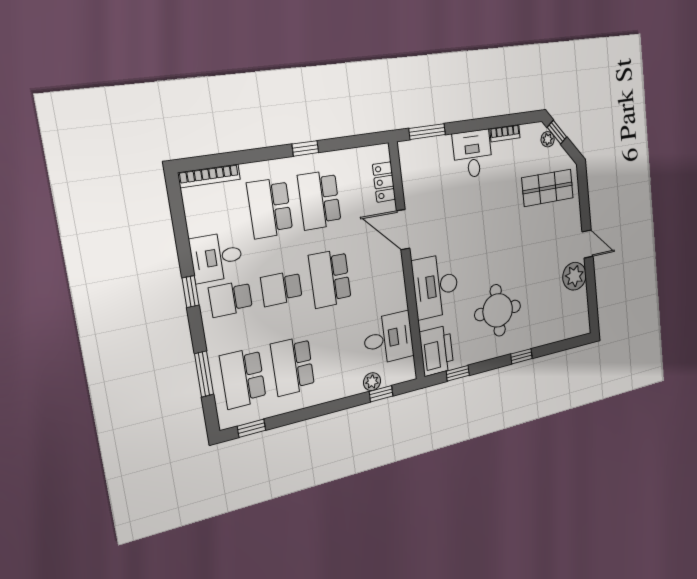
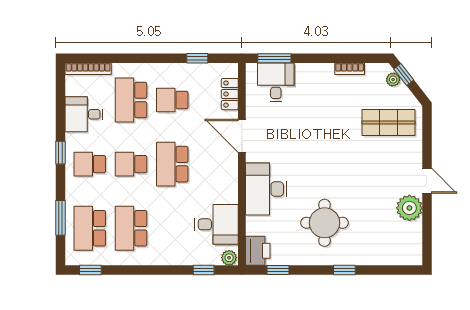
window: (305, 148) -> (197, 58), moved
desk: (473, 154) -> (276, 82), moved
school desk: (319, 200) -> (172, 100), width x0.54
desk: (217, 257) -> (84, 114), moved
printer: (437, 351) -> (258, 251), width x0.73, depth x0.84
plant: (372, 382) -> (229, 258), moved

